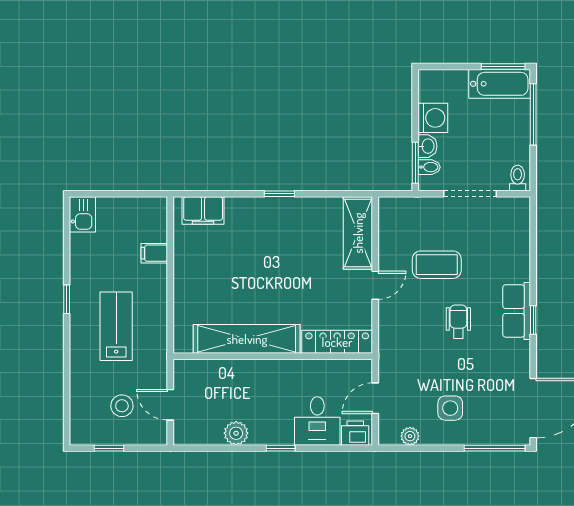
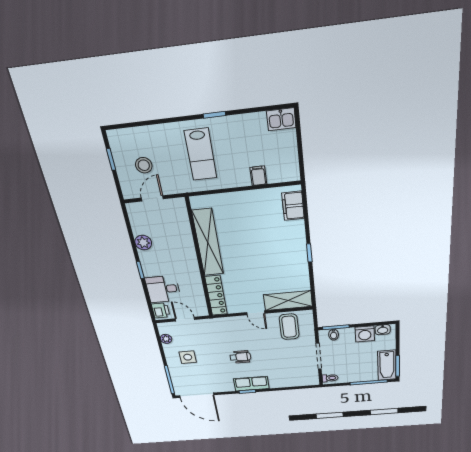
washbasin: (427, 146) -> (383, 330), moved
coffee table: (437, 265) -> (289, 327), moved
lab bench: (116, 326) -> (201, 155), turned 90

